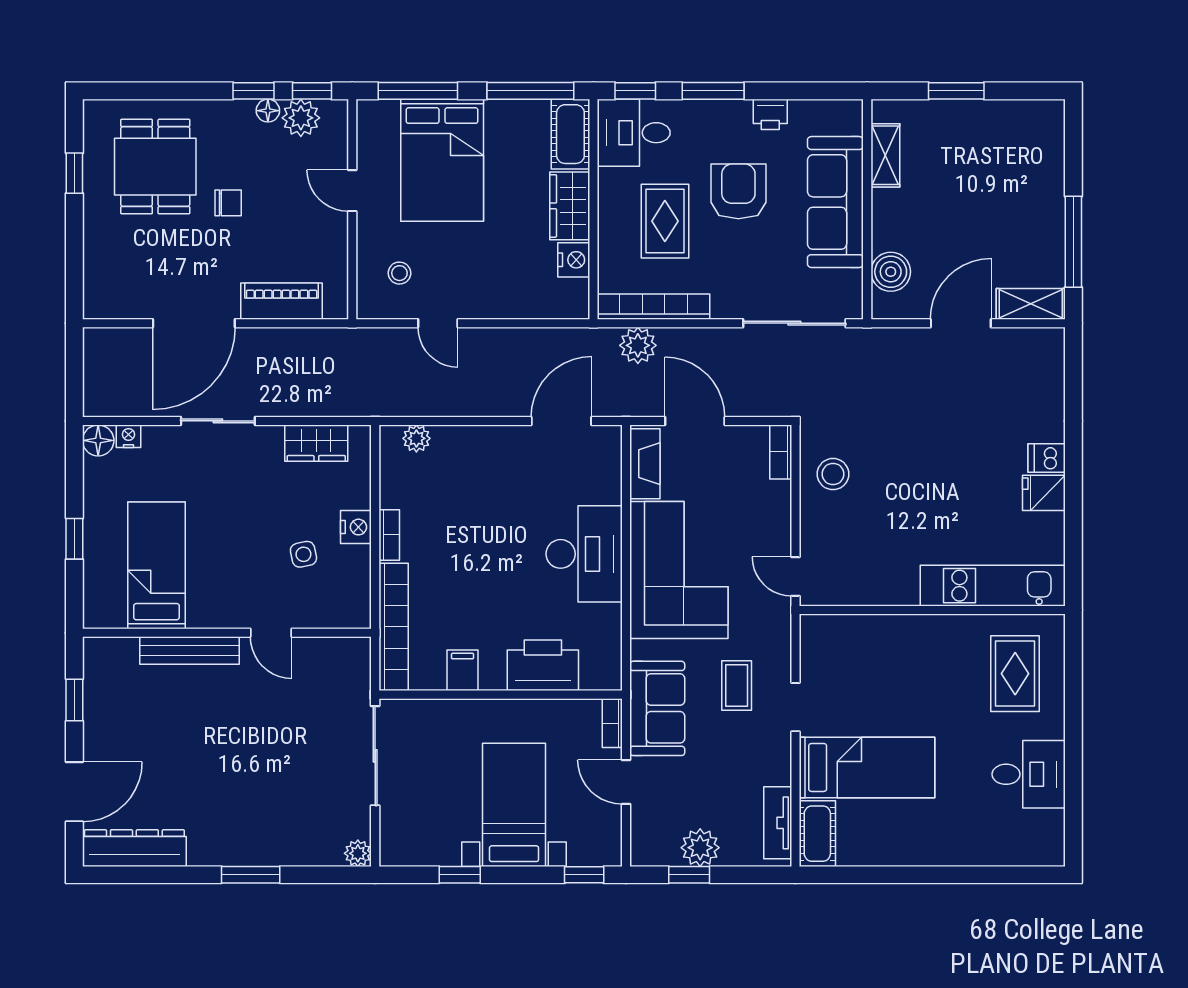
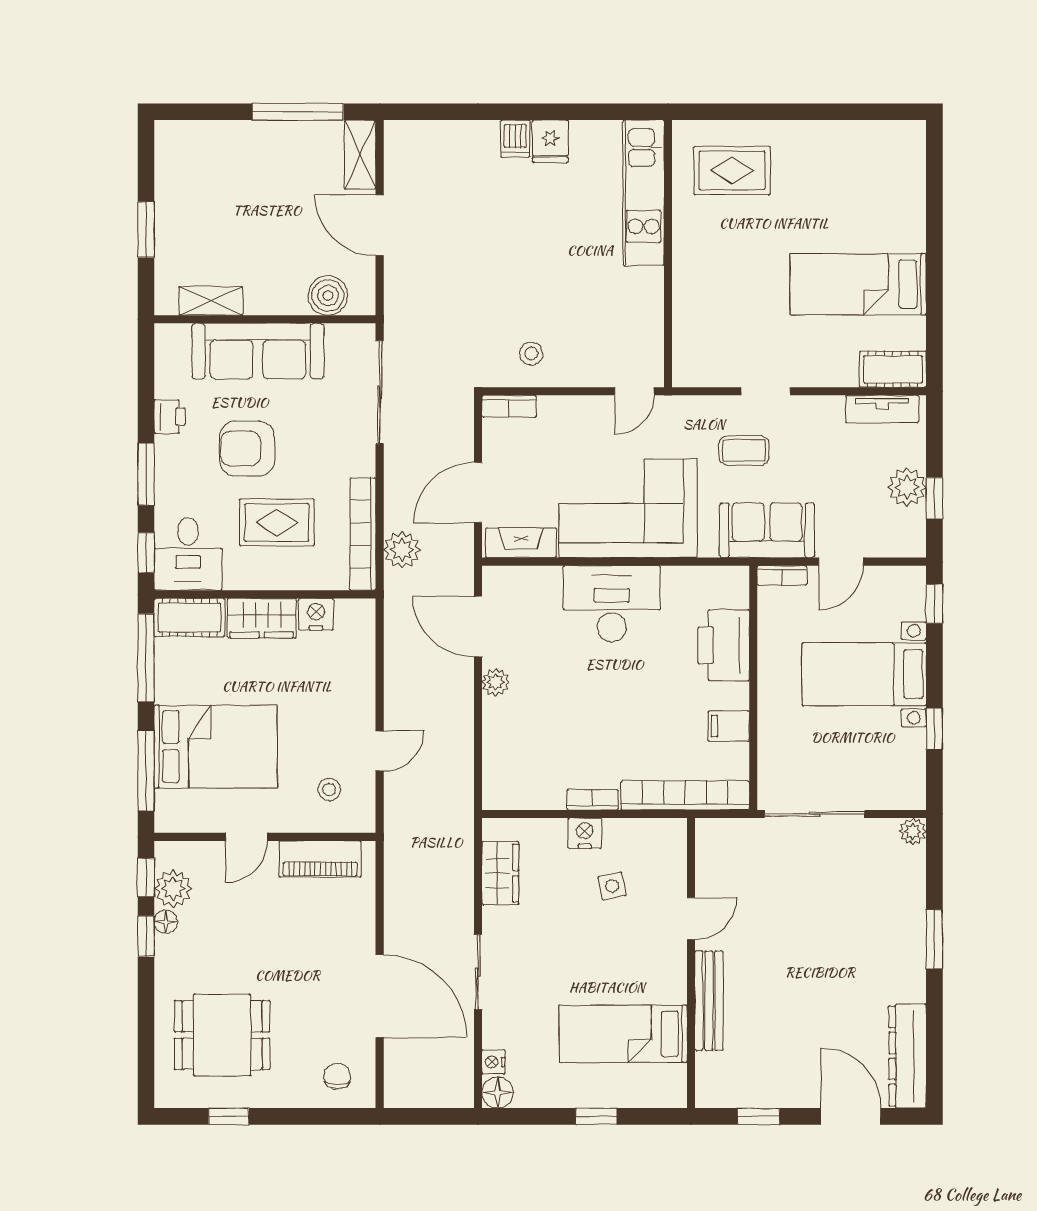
chair: (228, 203) -> (337, 1076), moved
piano: (282, 301) -> (320, 859), moved, turned -90
plant: (416, 438) -> (496, 682), moved
stool: (833, 474) -> (531, 354), width x0.73, depth x0.73
bed: (867, 767) -> (858, 284), moved, turned -90
desk: (1029, 774) -> (833, 157), removed

